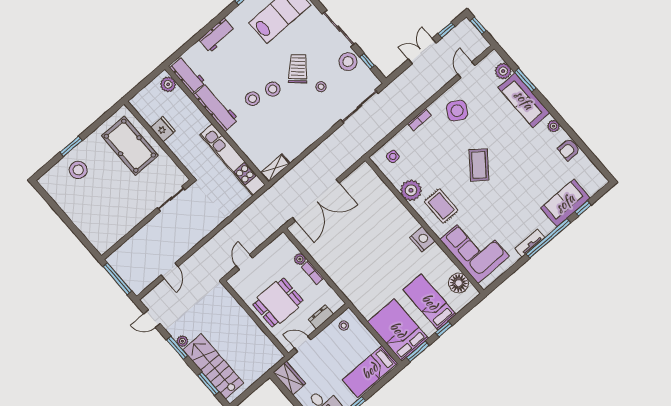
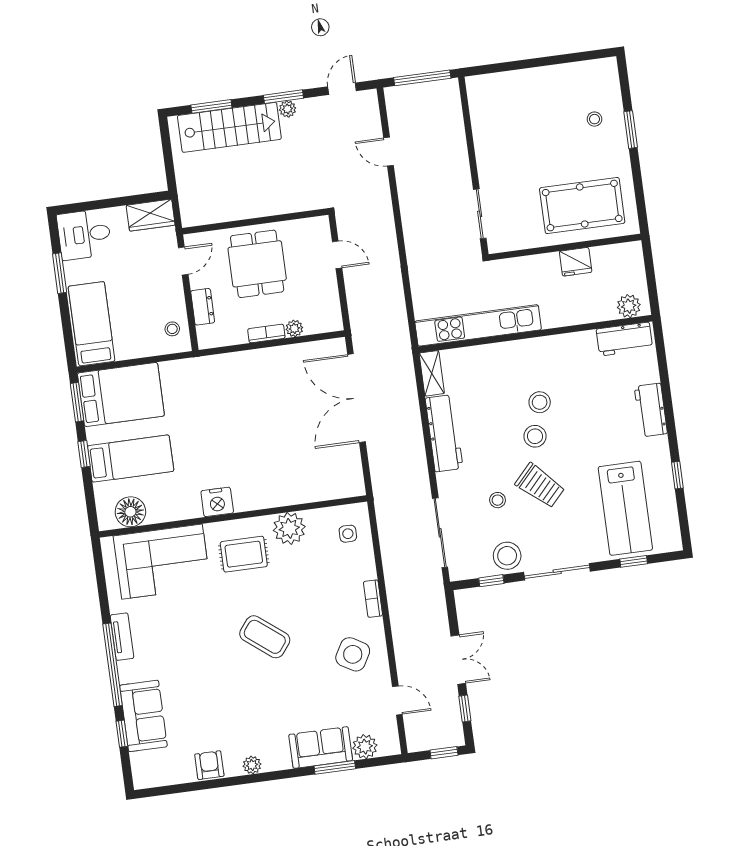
sofa: (524, 100) -> (321, 748), width x0.73
workbench: (216, 107) -> (444, 433), moved, turned -90
stool: (78, 170) -> (594, 119), width x0.53, depth x0.53

